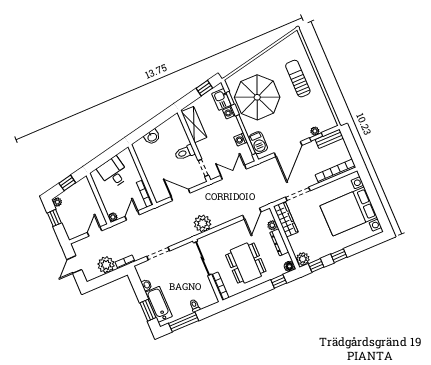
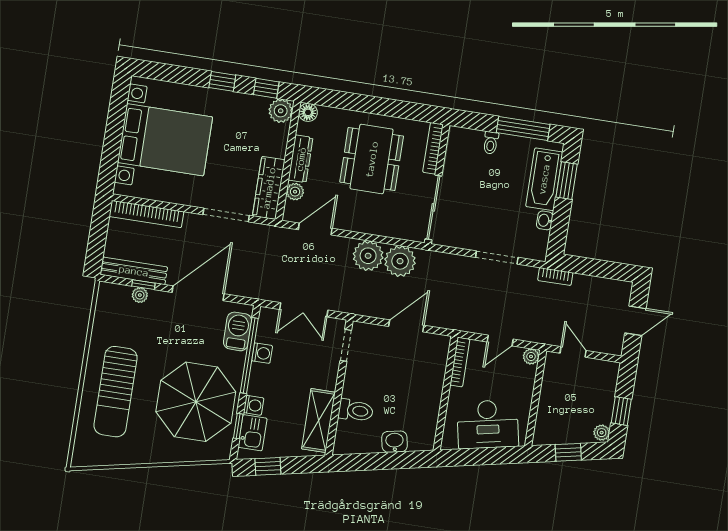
sun lounger: (298, 79) -> (116, 392), width x1.36, depth x1.34
bench: (329, 139) -> (134, 271), width x1.36
toilet: (185, 153) -> (356, 410), moved
desk: (113, 173) -> (488, 424), width x1.37
door: (181, 195) -> (406, 326), swing flipped
door: (94, 232) -> (573, 352), swing flipped
plant: (106, 265) -> (368, 256), moved
window: (279, 281) -> (339, 100), removed

